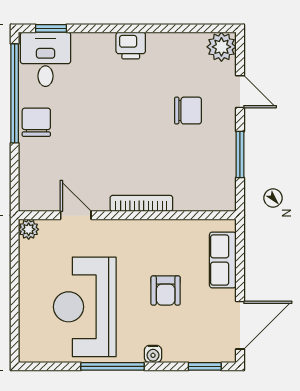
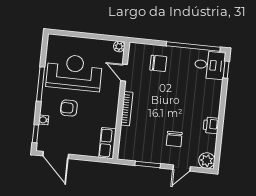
printer: (131, 46) -> (211, 125), moved
chair: (36, 122) -> (158, 63), moved
door: (76, 215) -> (124, 73), swing flipped
row of seats: (223, 260) -> (107, 143), moved, turned -90
armchair: (166, 291) -> (69, 108), moved
water cooler: (153, 354) -> (44, 120), moved

